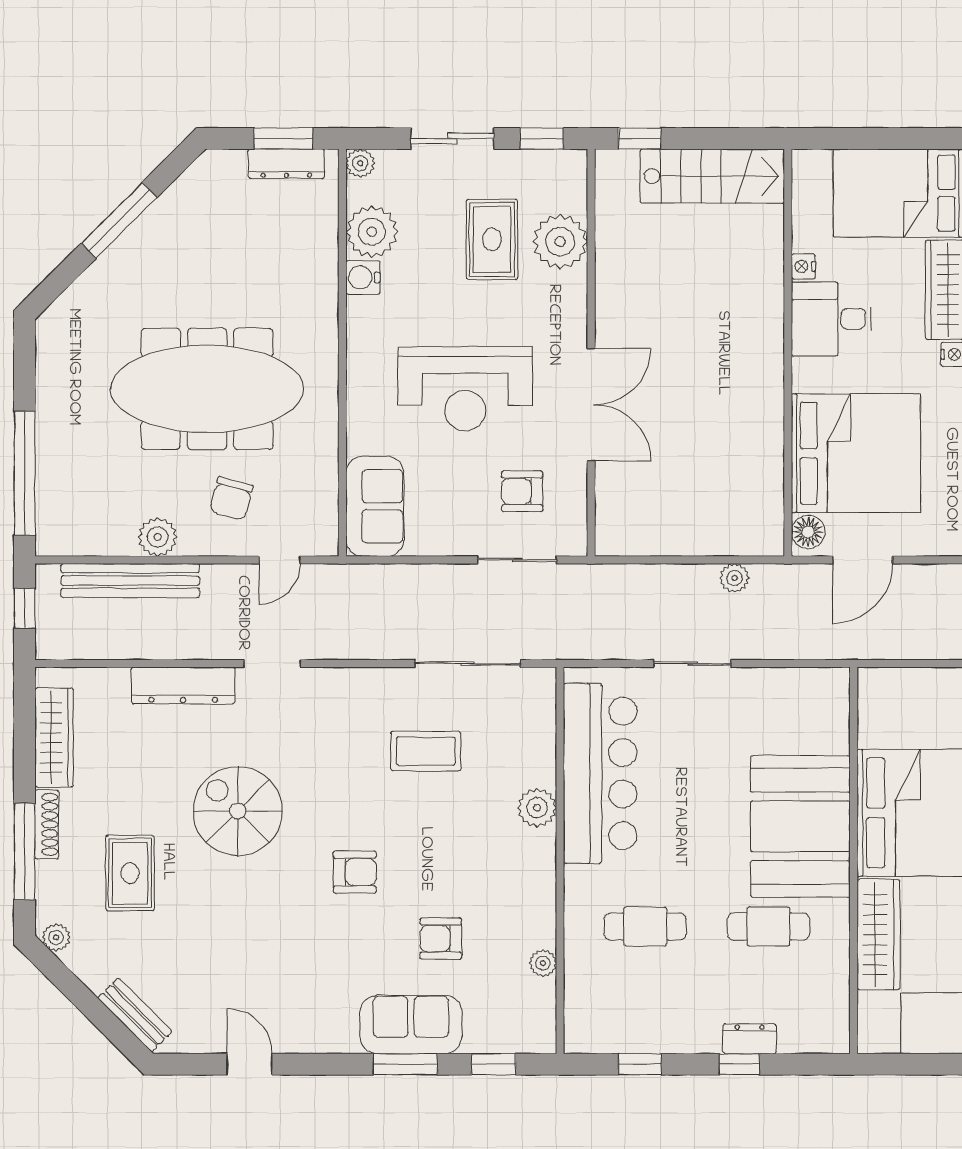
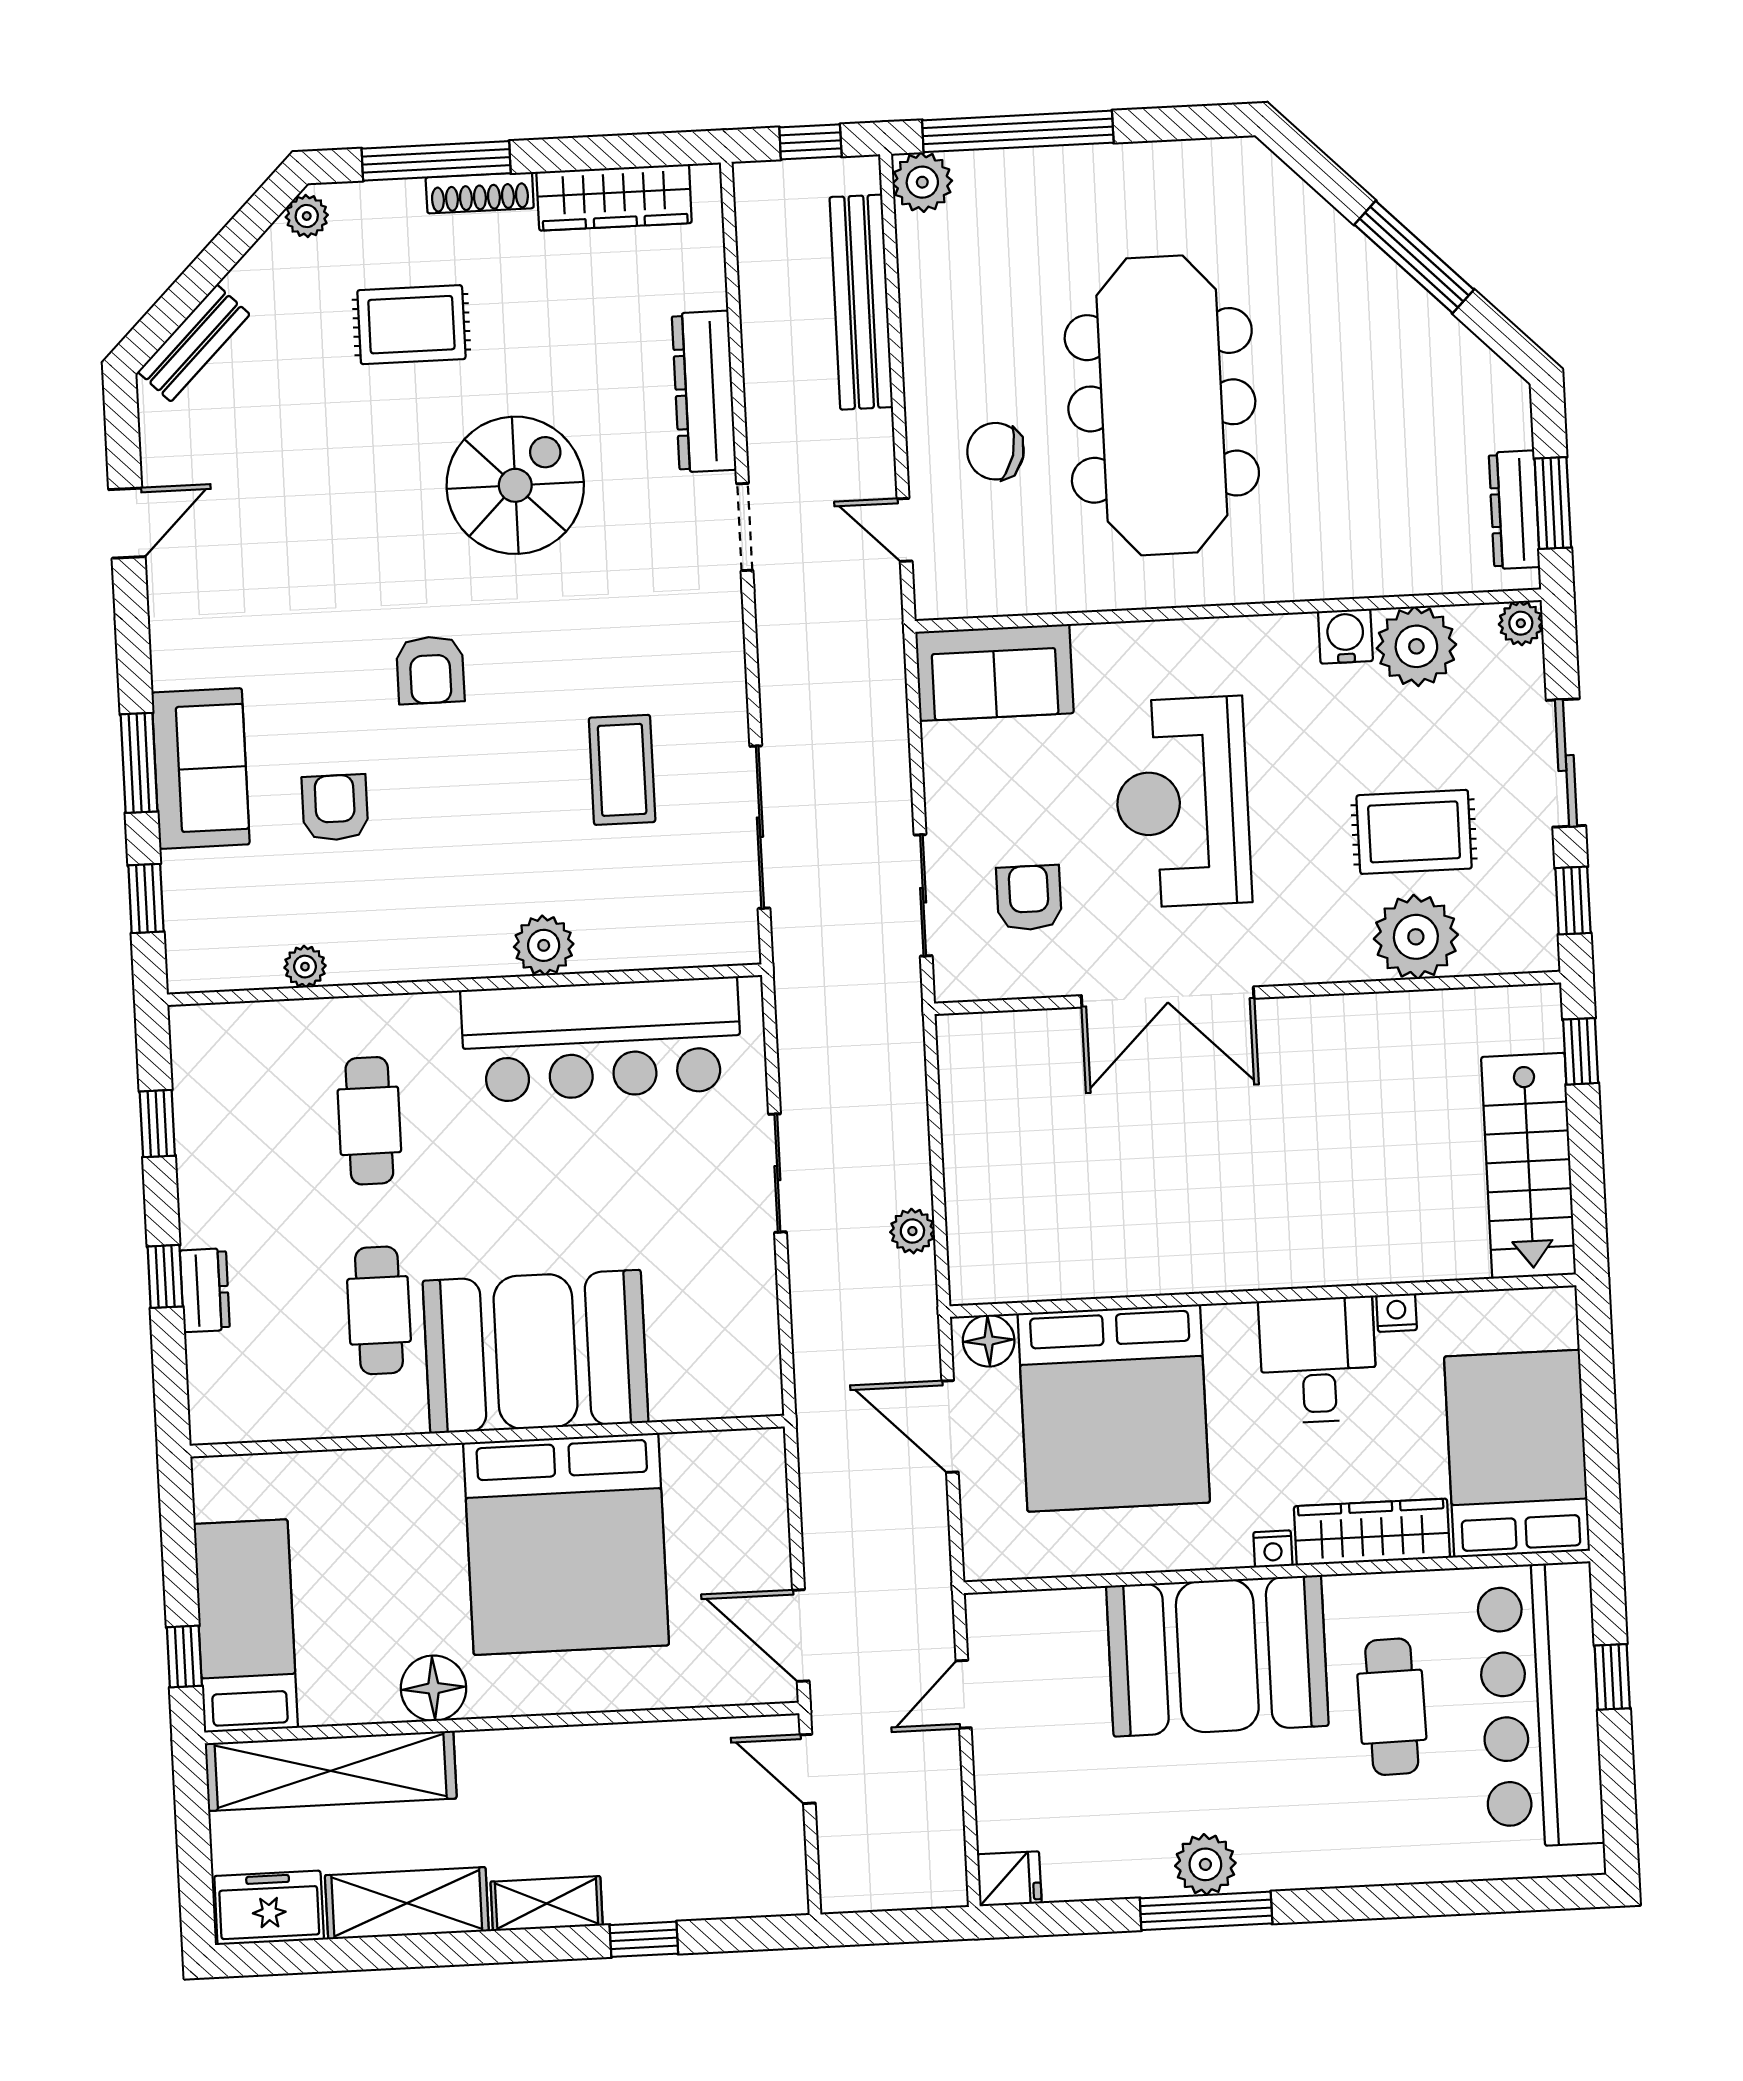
plant: (158, 537) -> (922, 182), moved
wardrobe: (878, 935) -> (375, 1480), removed

